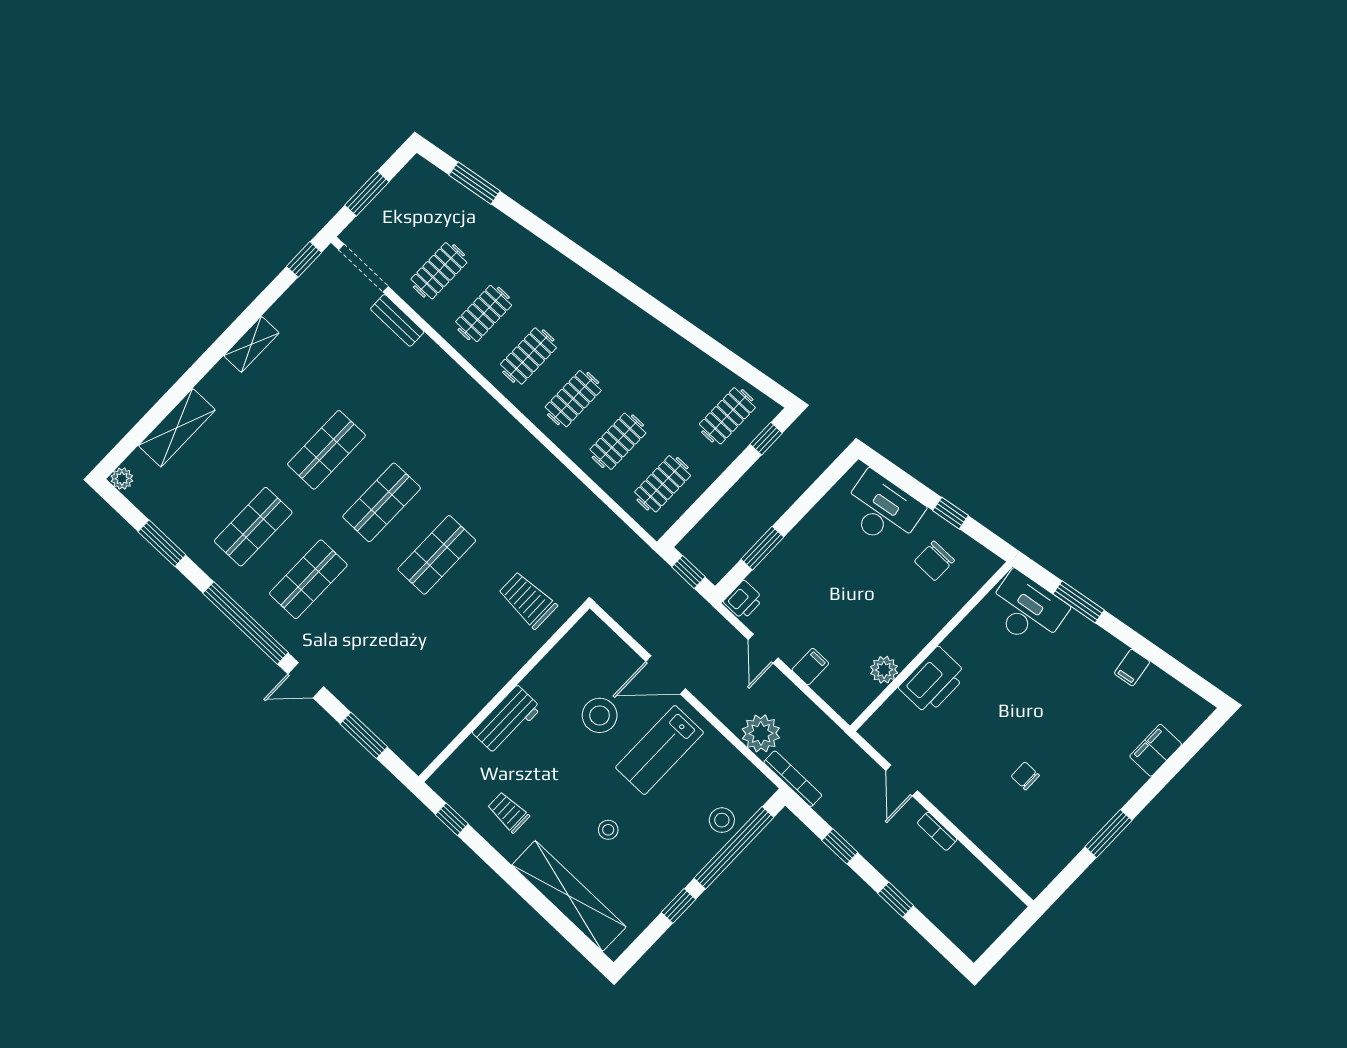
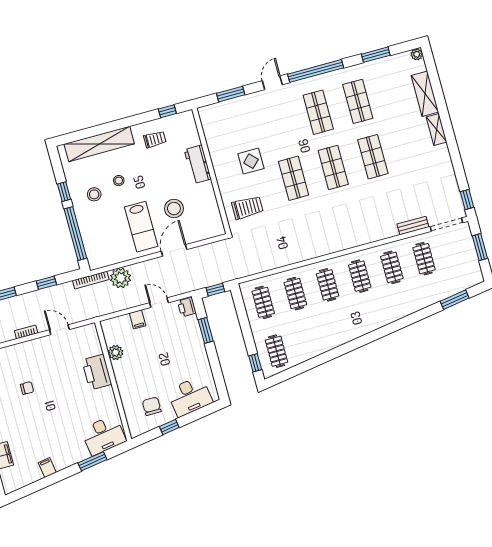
shelving: (251, 344) -> (437, 129), moved
display table: (451, 639) -> (251, 161), added
lab bench: (660, 750) -> (141, 227), turned 180
stool: (722, 820) -> (94, 194), moved

